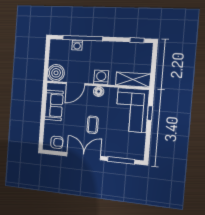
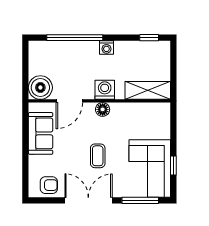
washing machine: (77, 45) -> (106, 47), moved
corner sofa: (132, 110) -> (150, 169), moved
window: (150, 113) -> (173, 166), moved

